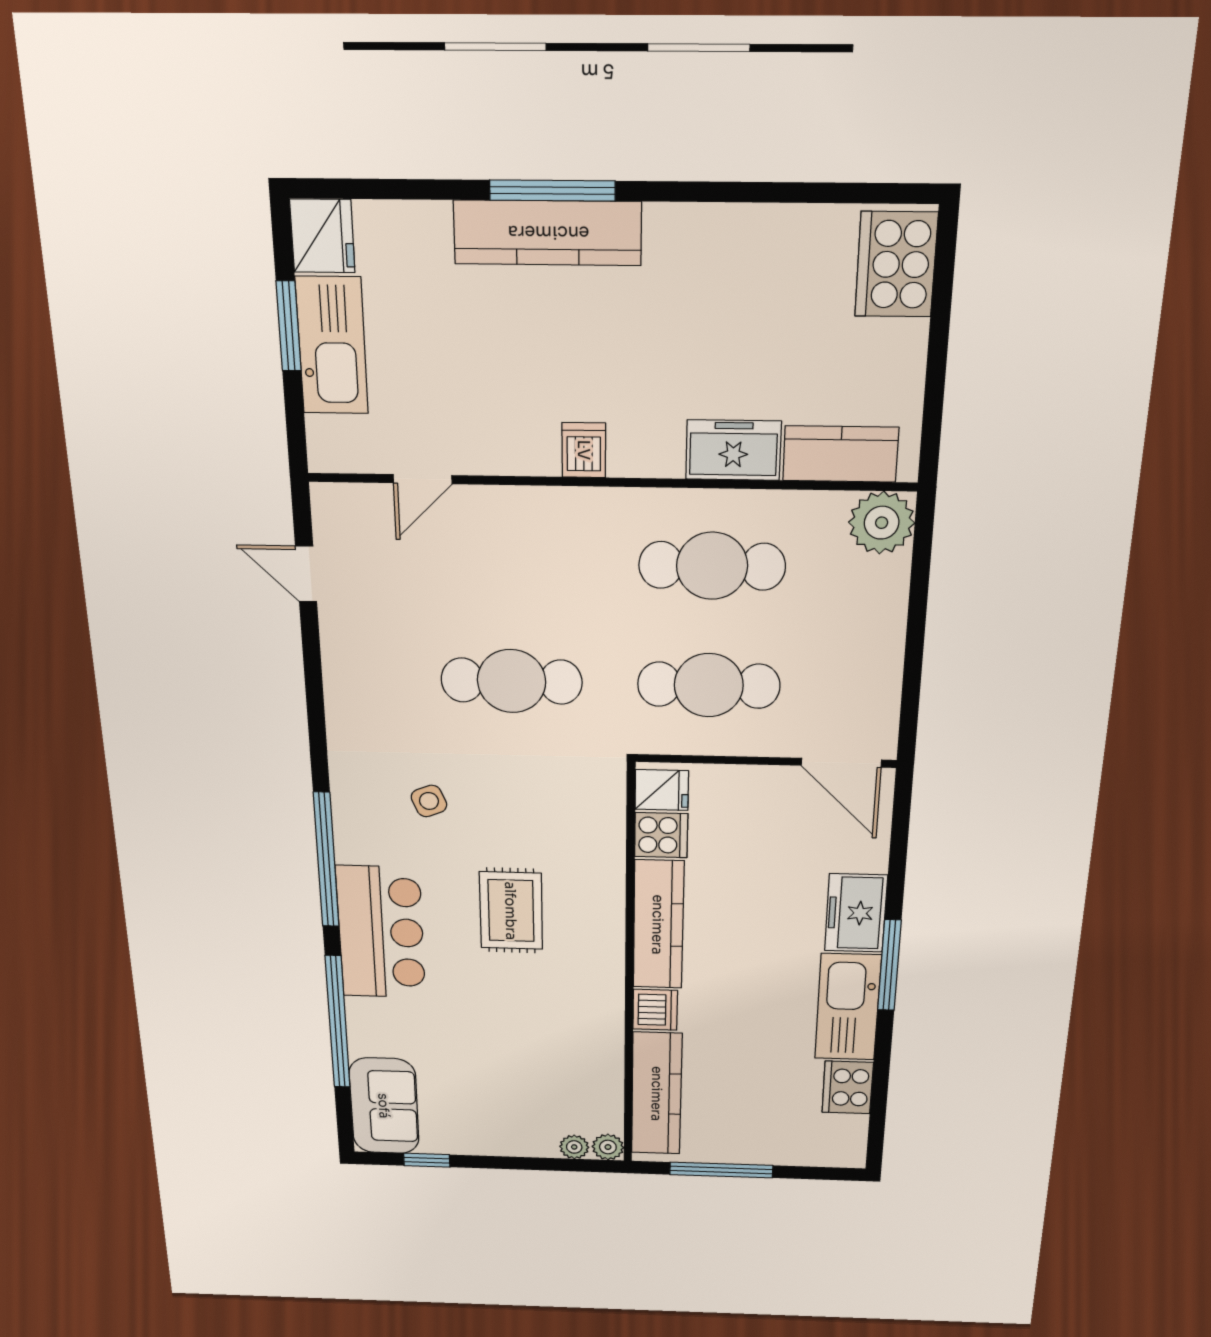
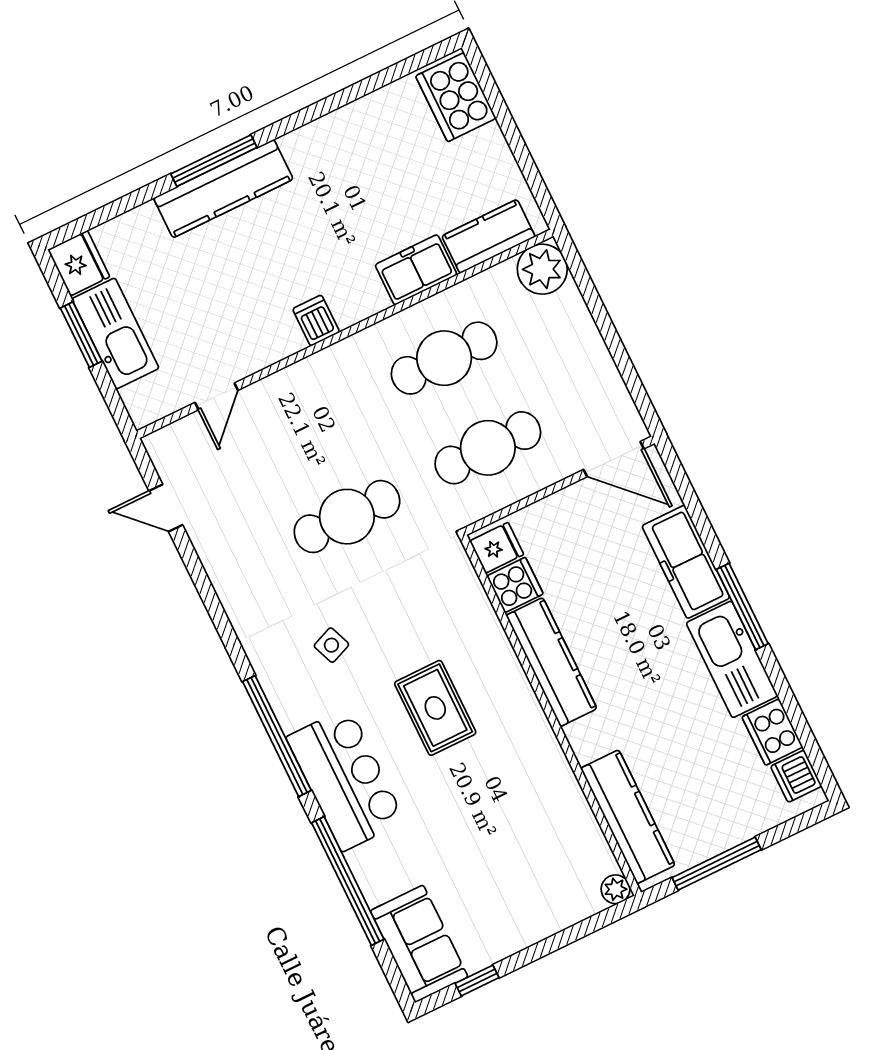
freezer: (856, 913) -> (686, 562), width x1.40
dishwasher: (655, 1010) -> (796, 776), moved, turned 180
plant: (574, 1147) -> (589, 904), removed

